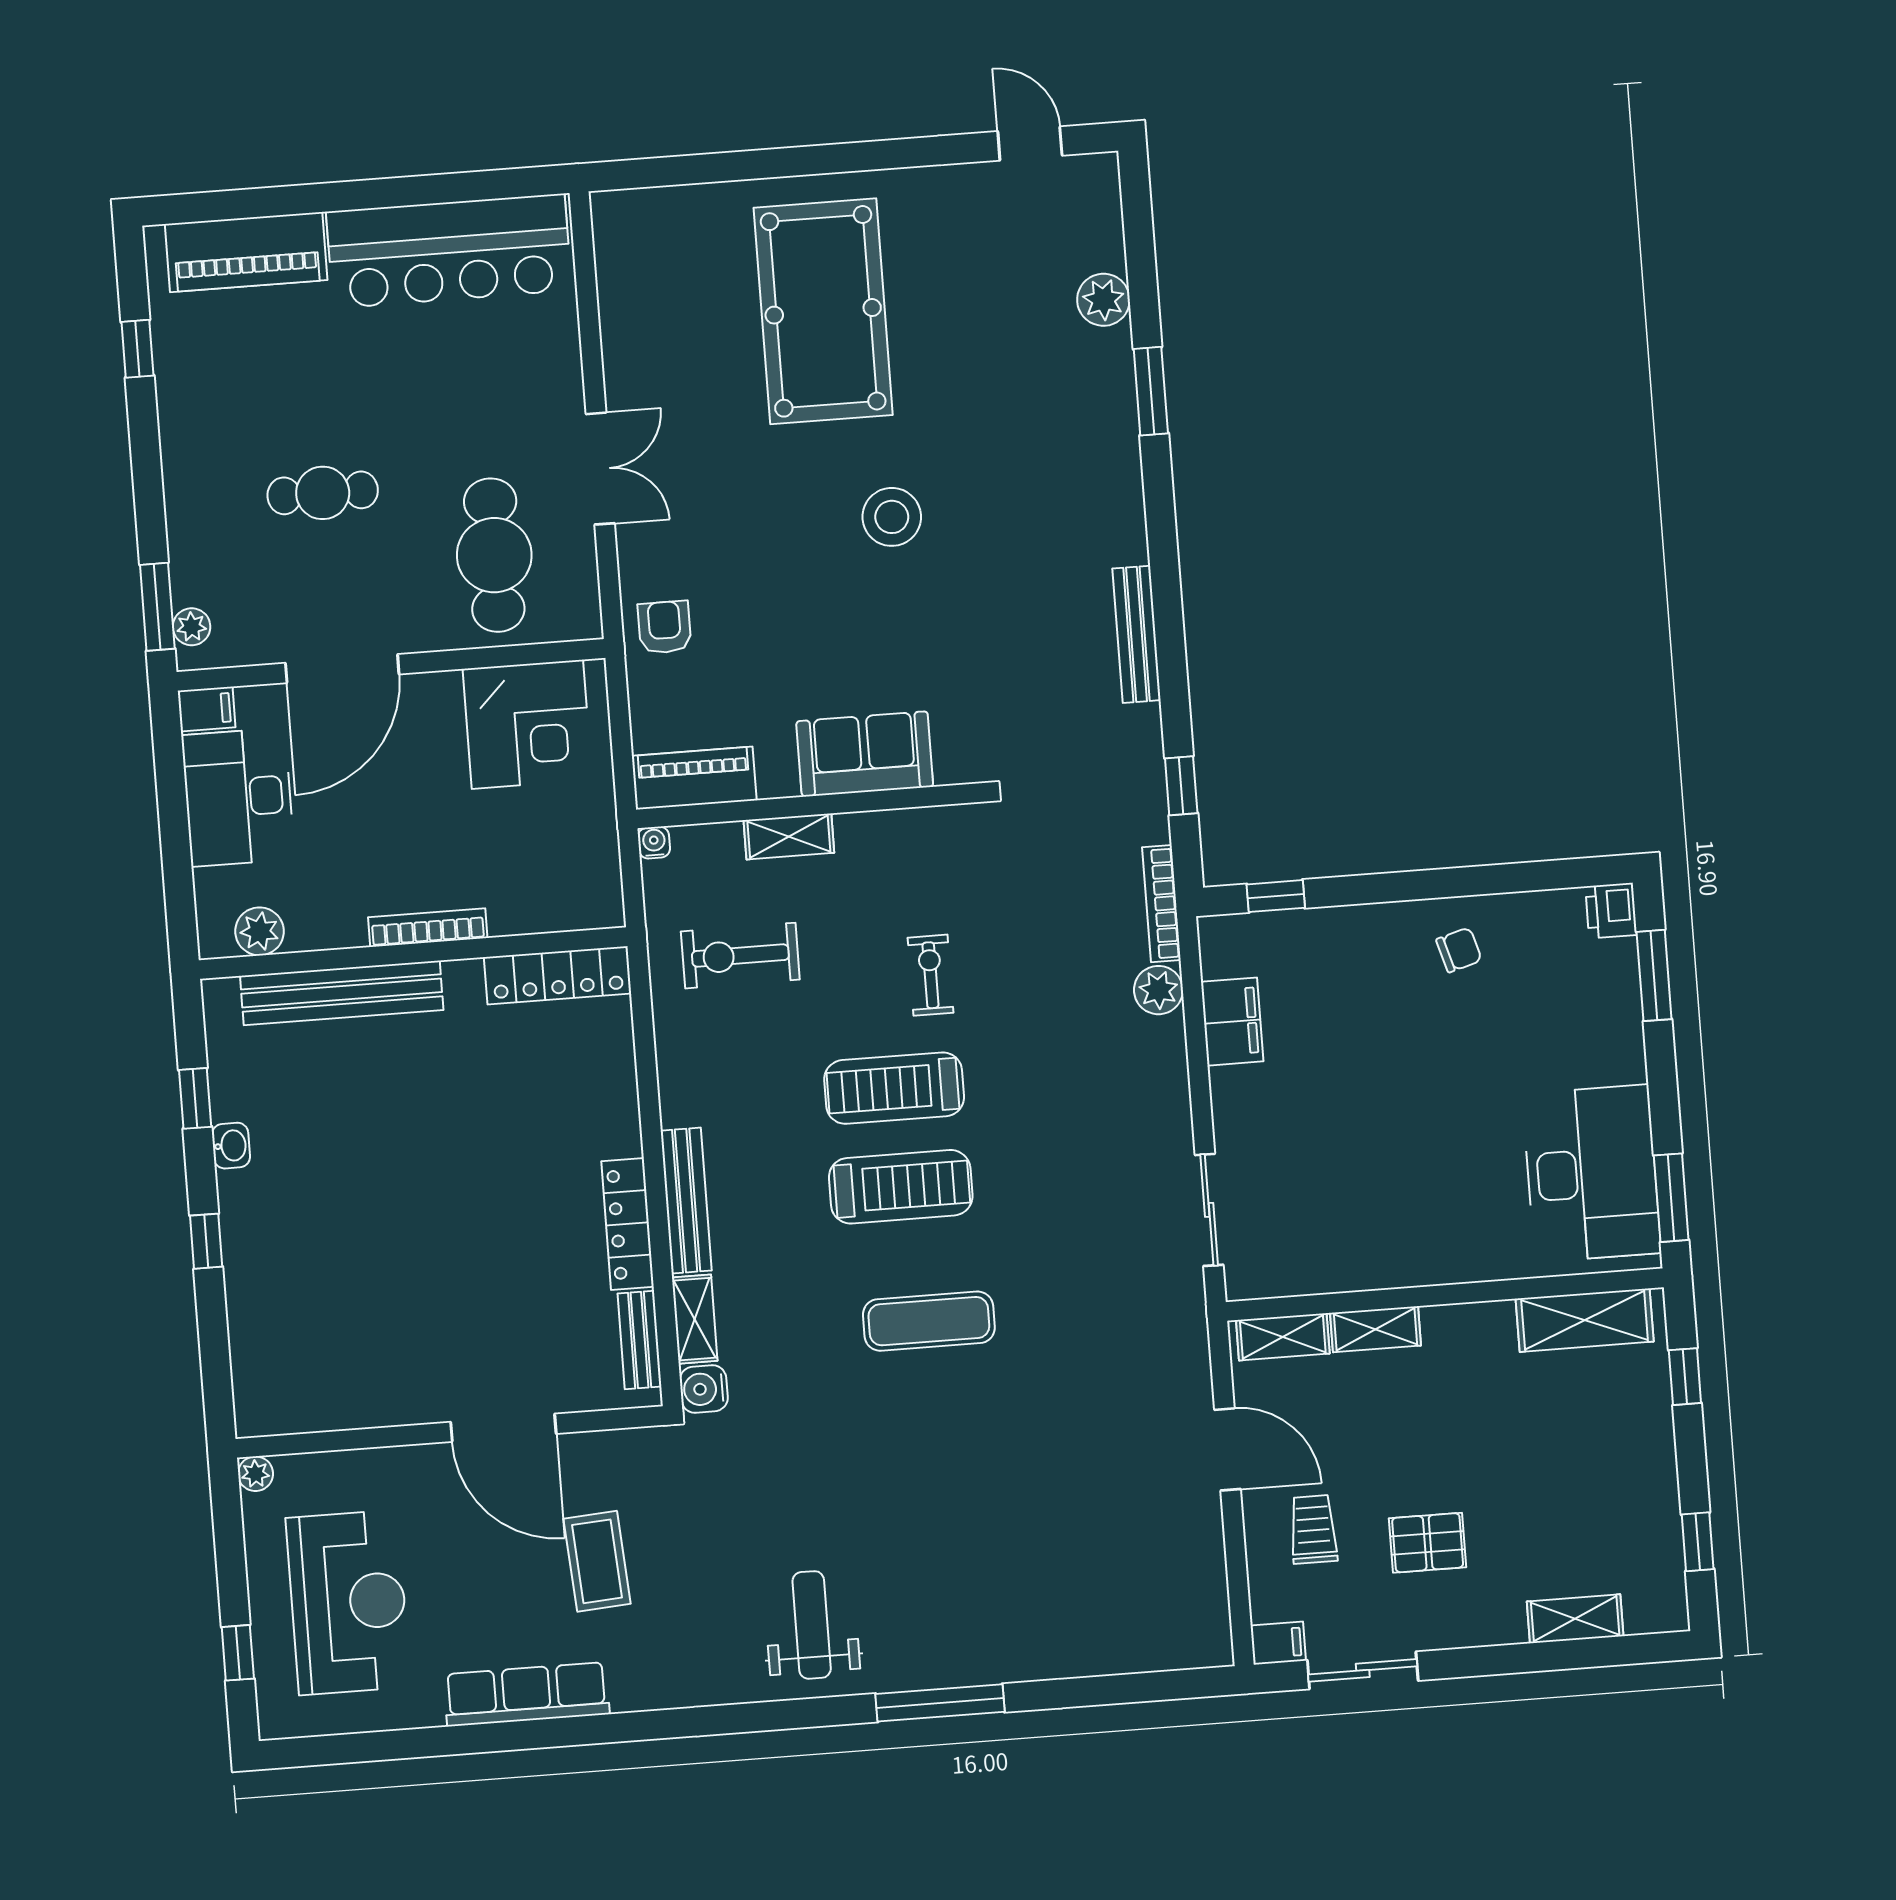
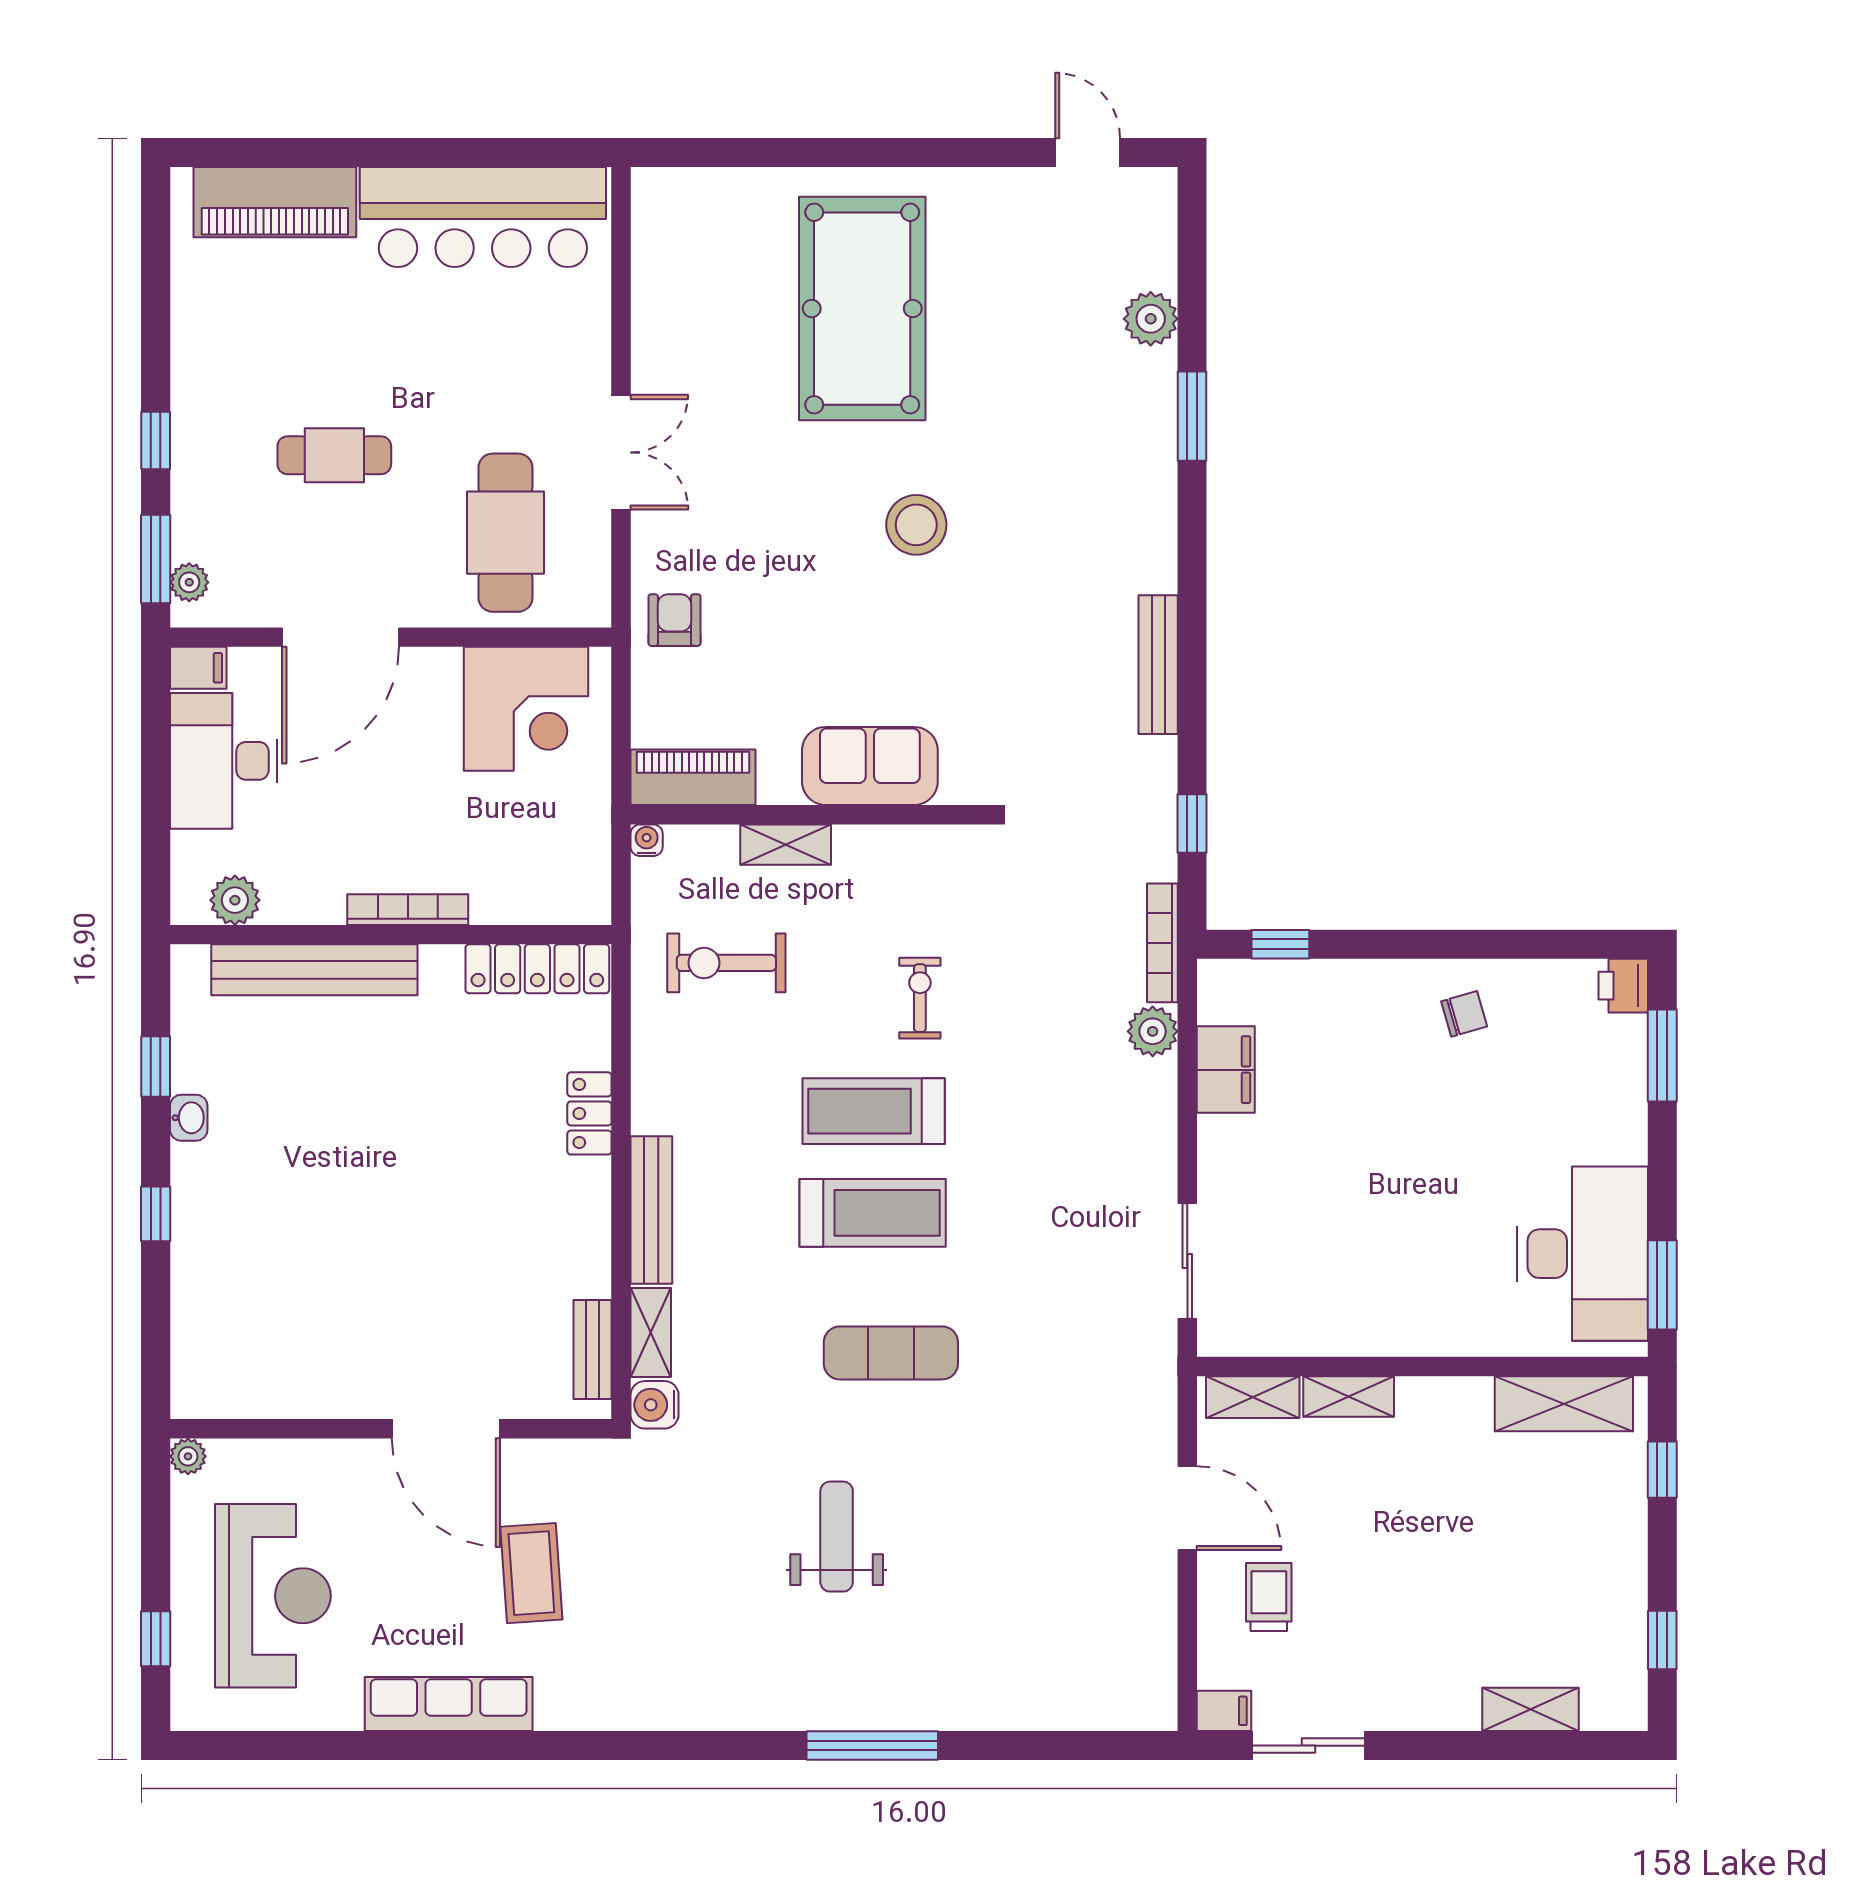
window: (137, 349) -> (156, 441), moved
locker: (628, 1224) -> (589, 1113), moved, width x0.66
pallet: (1428, 1543) -> (1385, 1620), removed
weight bench: (812, 1625) -> (837, 1537), moved

